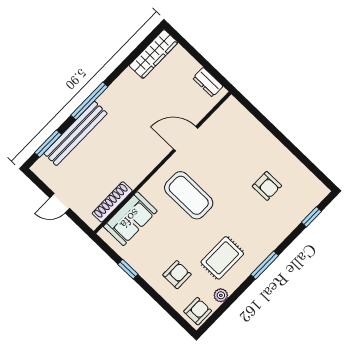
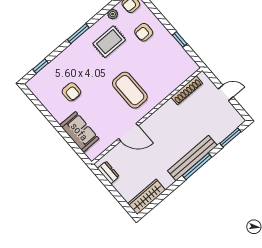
bench: (75, 133) -> (192, 158), moved
armchair: (267, 186) -> (71, 92), turned 180
sofa: (130, 219) -> (79, 132), moved, turned 90

